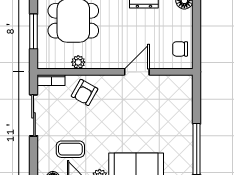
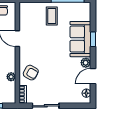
coffee table: (70, 149) -> (52, 16), moved

